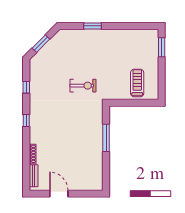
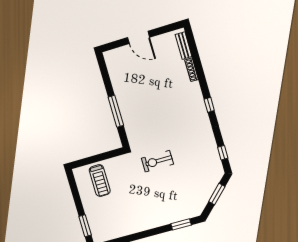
window: (92, 26) -> (181, 224), moved
window: (26, 87) -> (223, 153), moved
door: (59, 194) -> (139, 37), moved

